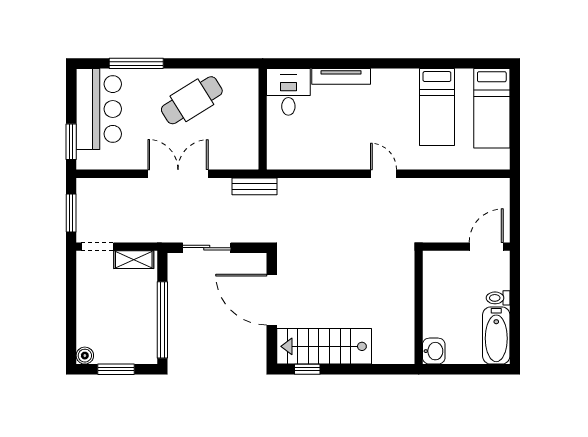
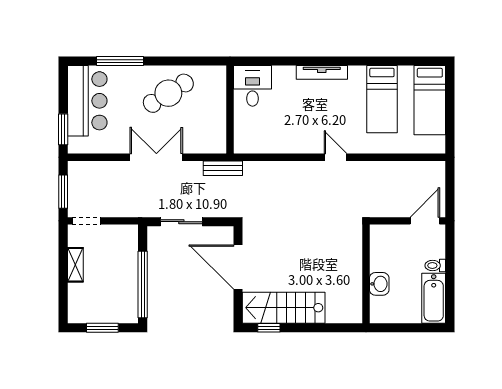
tv unit: (341, 76) -> (322, 72), moved
shelving: (134, 260) -> (75, 265), moved, turned 90
washbasin: (434, 351) -> (379, 284), moved
boiler: (85, 356) -> (75, 316), removed

